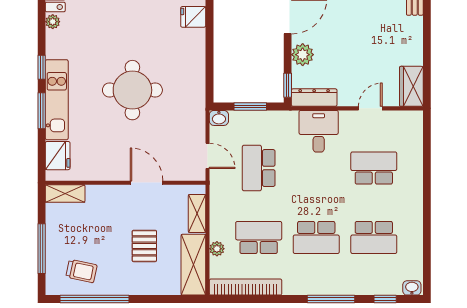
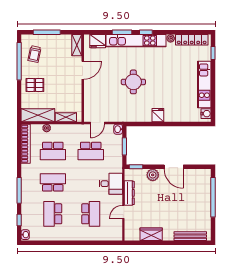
fridge: (193, 17) -> (158, 115), moved
wardrobe: (411, 86) -> (151, 234), moved
round table: (132, 90) -> (133, 82), width x0.73, depth x0.73
dresser: (314, 98) -> (129, 193), moved
kitchen unit: (57, 100) -> (136, 41), width x1.36
door: (370, 108) -> (123, 212), swing flipped
school desk: (259, 168) -> (91, 151), turned 180
door: (147, 183) -> (83, 70), moved
school desk: (259, 237) -> (53, 151), turned 90
school desk: (316, 237) -> (53, 182), turned 90
pallet: (144, 246) -> (35, 85), moved

